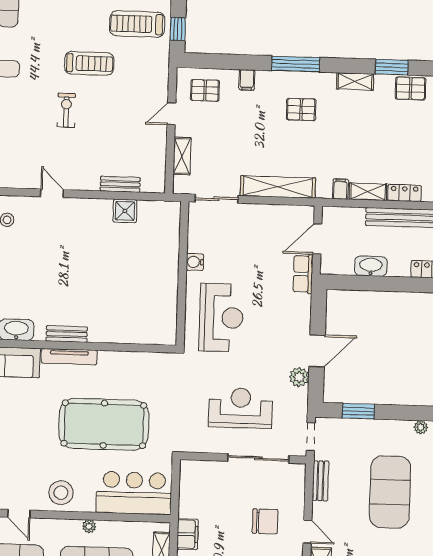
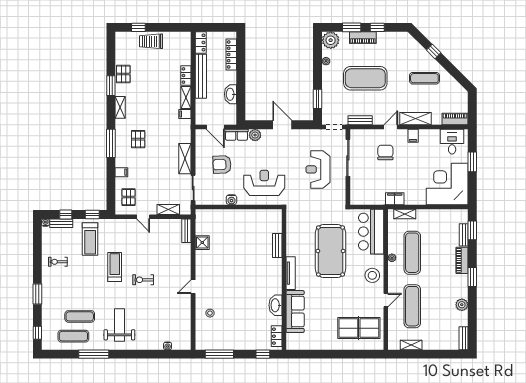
bench: (120, 184) -> (186, 231), moved
shelving: (278, 187) -> (185, 159), width x0.68
armchair: (254, 248) -> (222, 164), added
bench: (67, 334) -> (277, 245), moved
plant: (299, 377) -> (255, 135), moved

